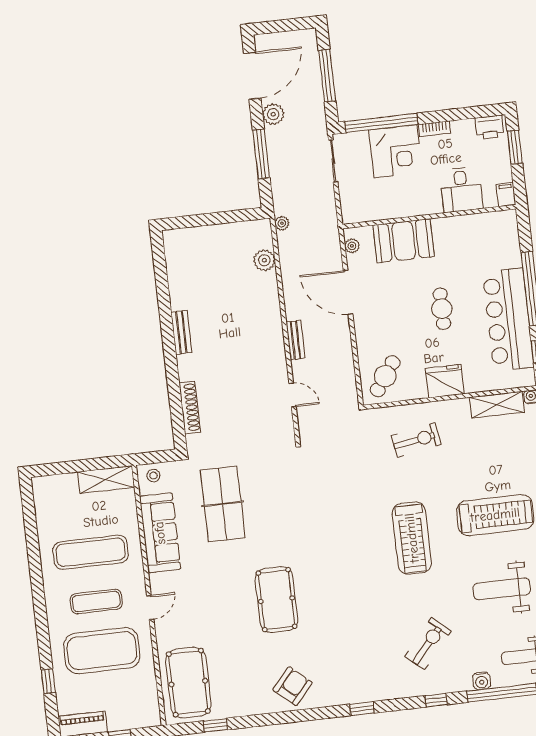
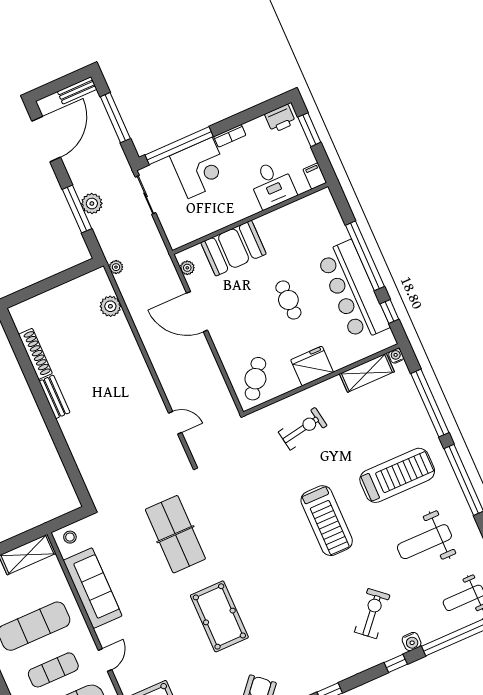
plant: (273, 114) -> (92, 204), moved
bench: (295, 340) -> (77, 90), moved, turned 90
shoe rack: (190, 407) -> (35, 354), moved
table tennis table: (223, 504) -> (175, 534), moved
water cooler: (482, 681) -> (412, 642), moved

